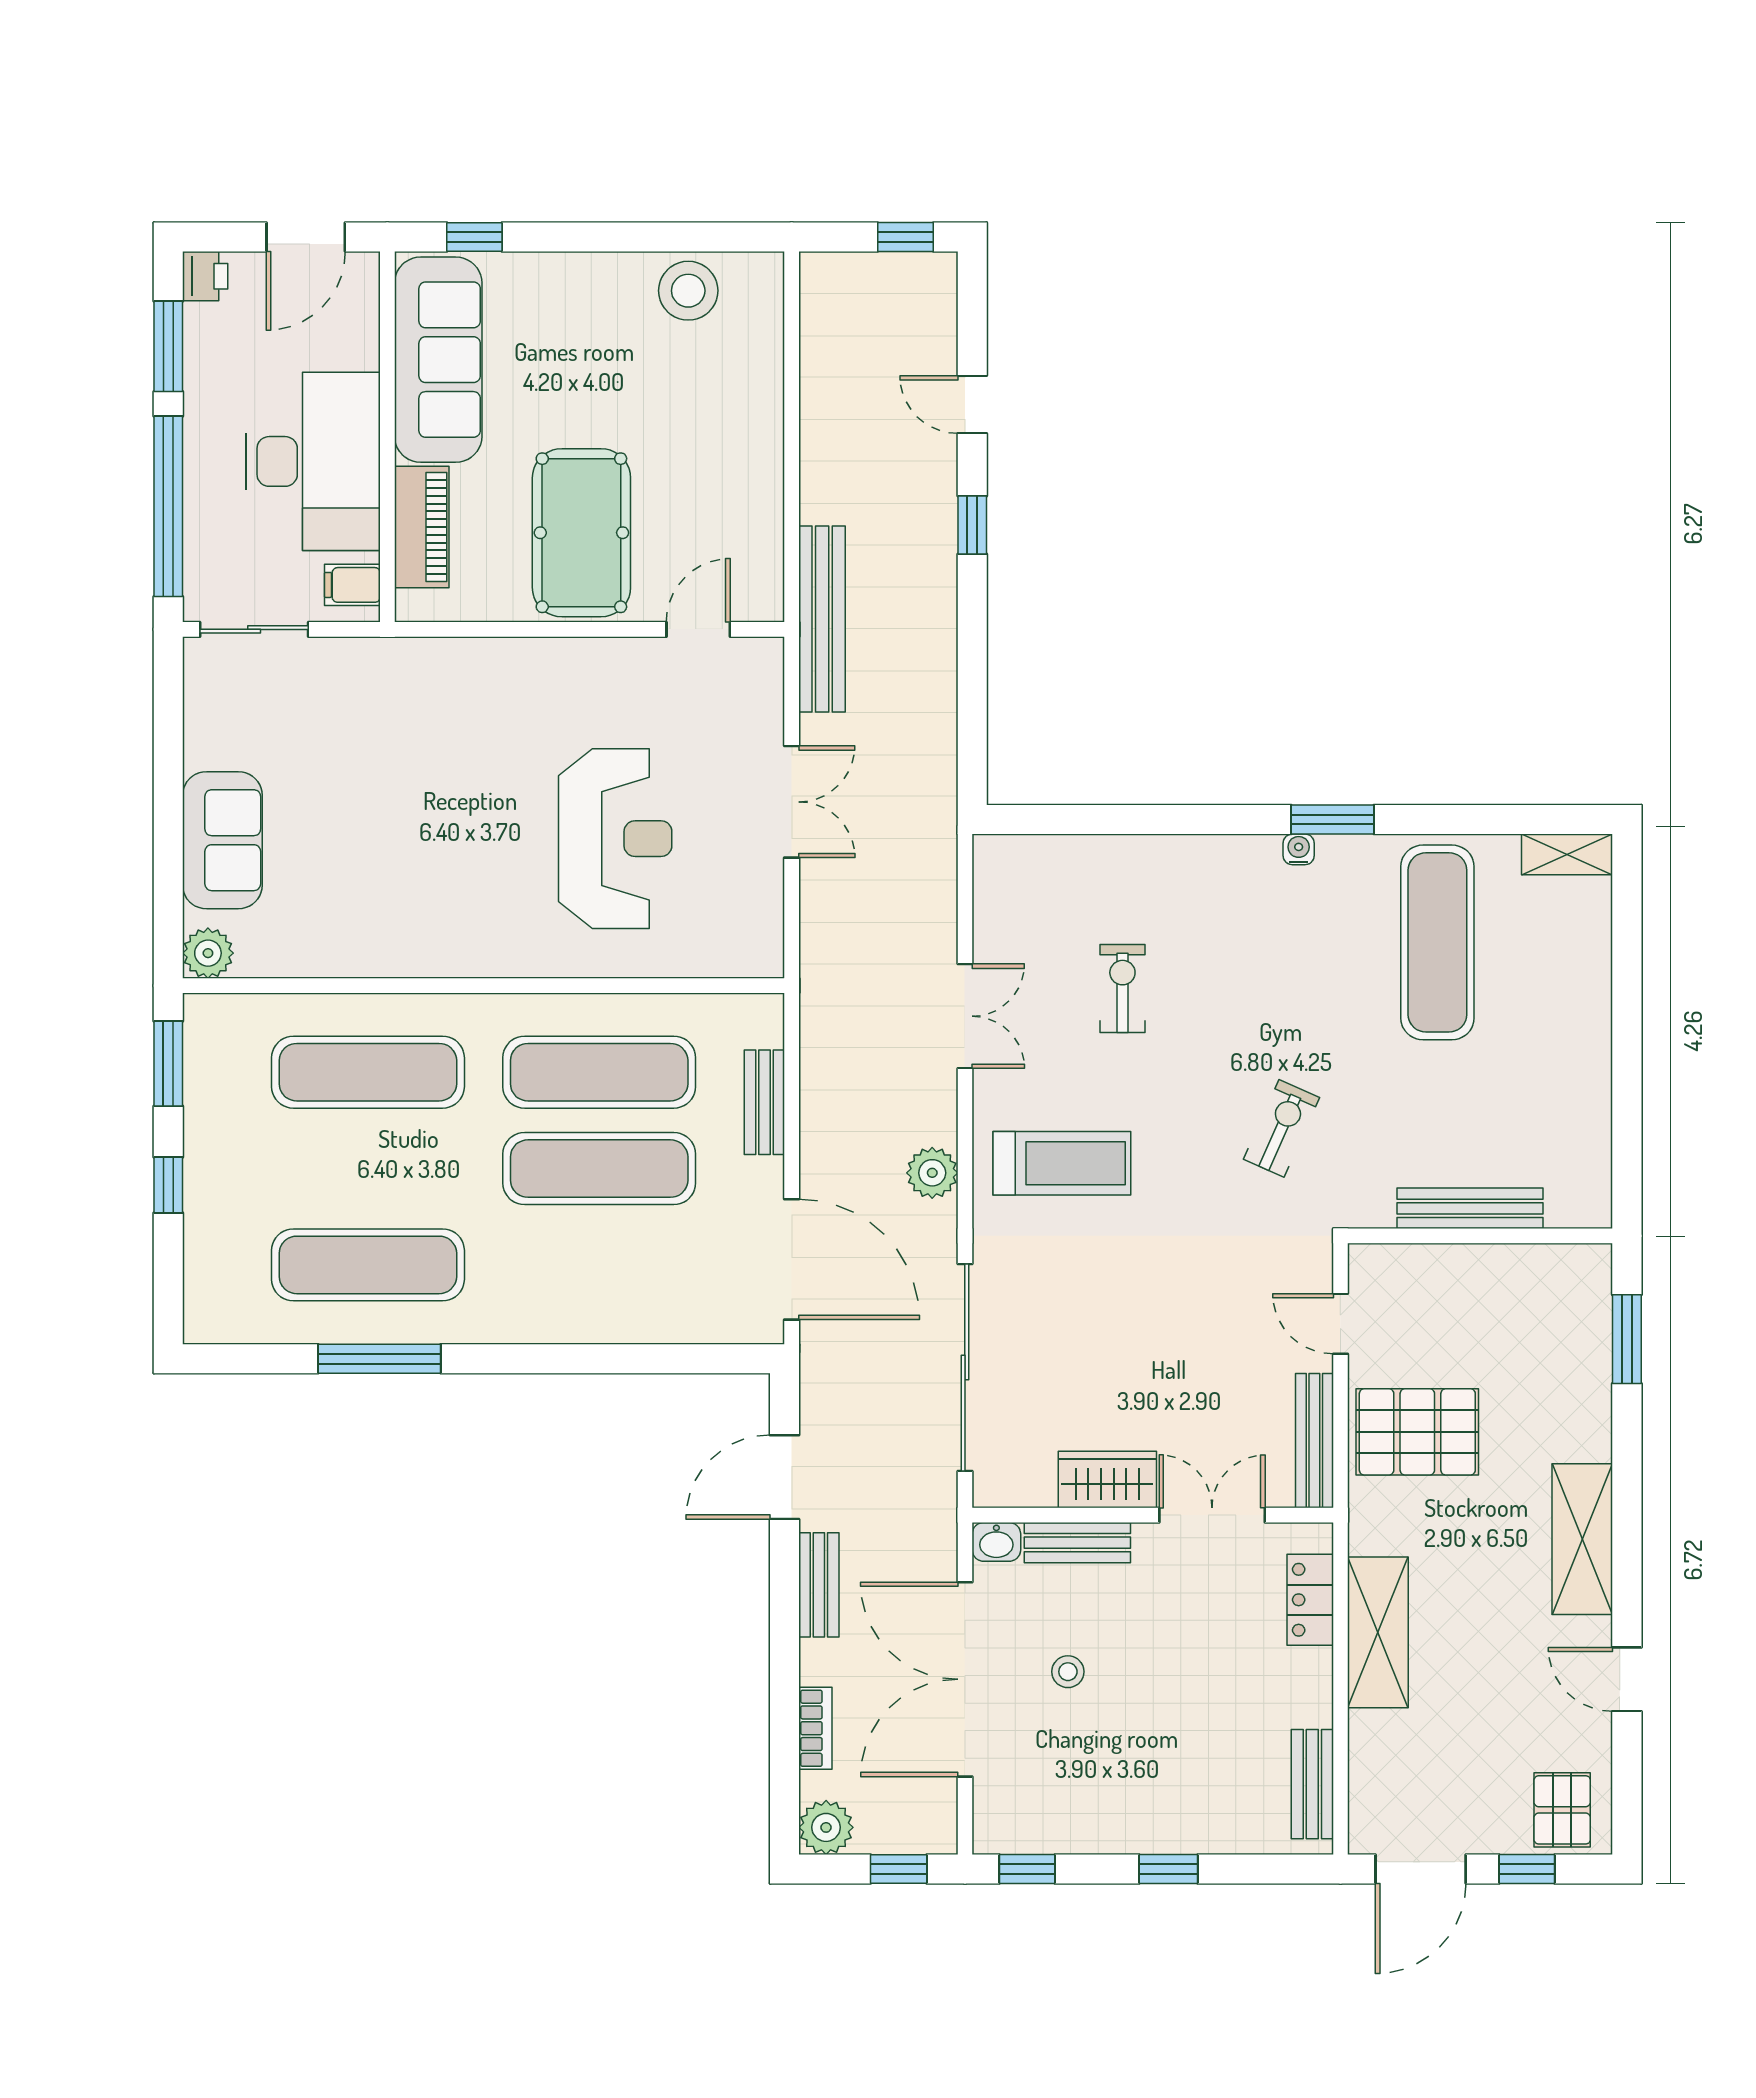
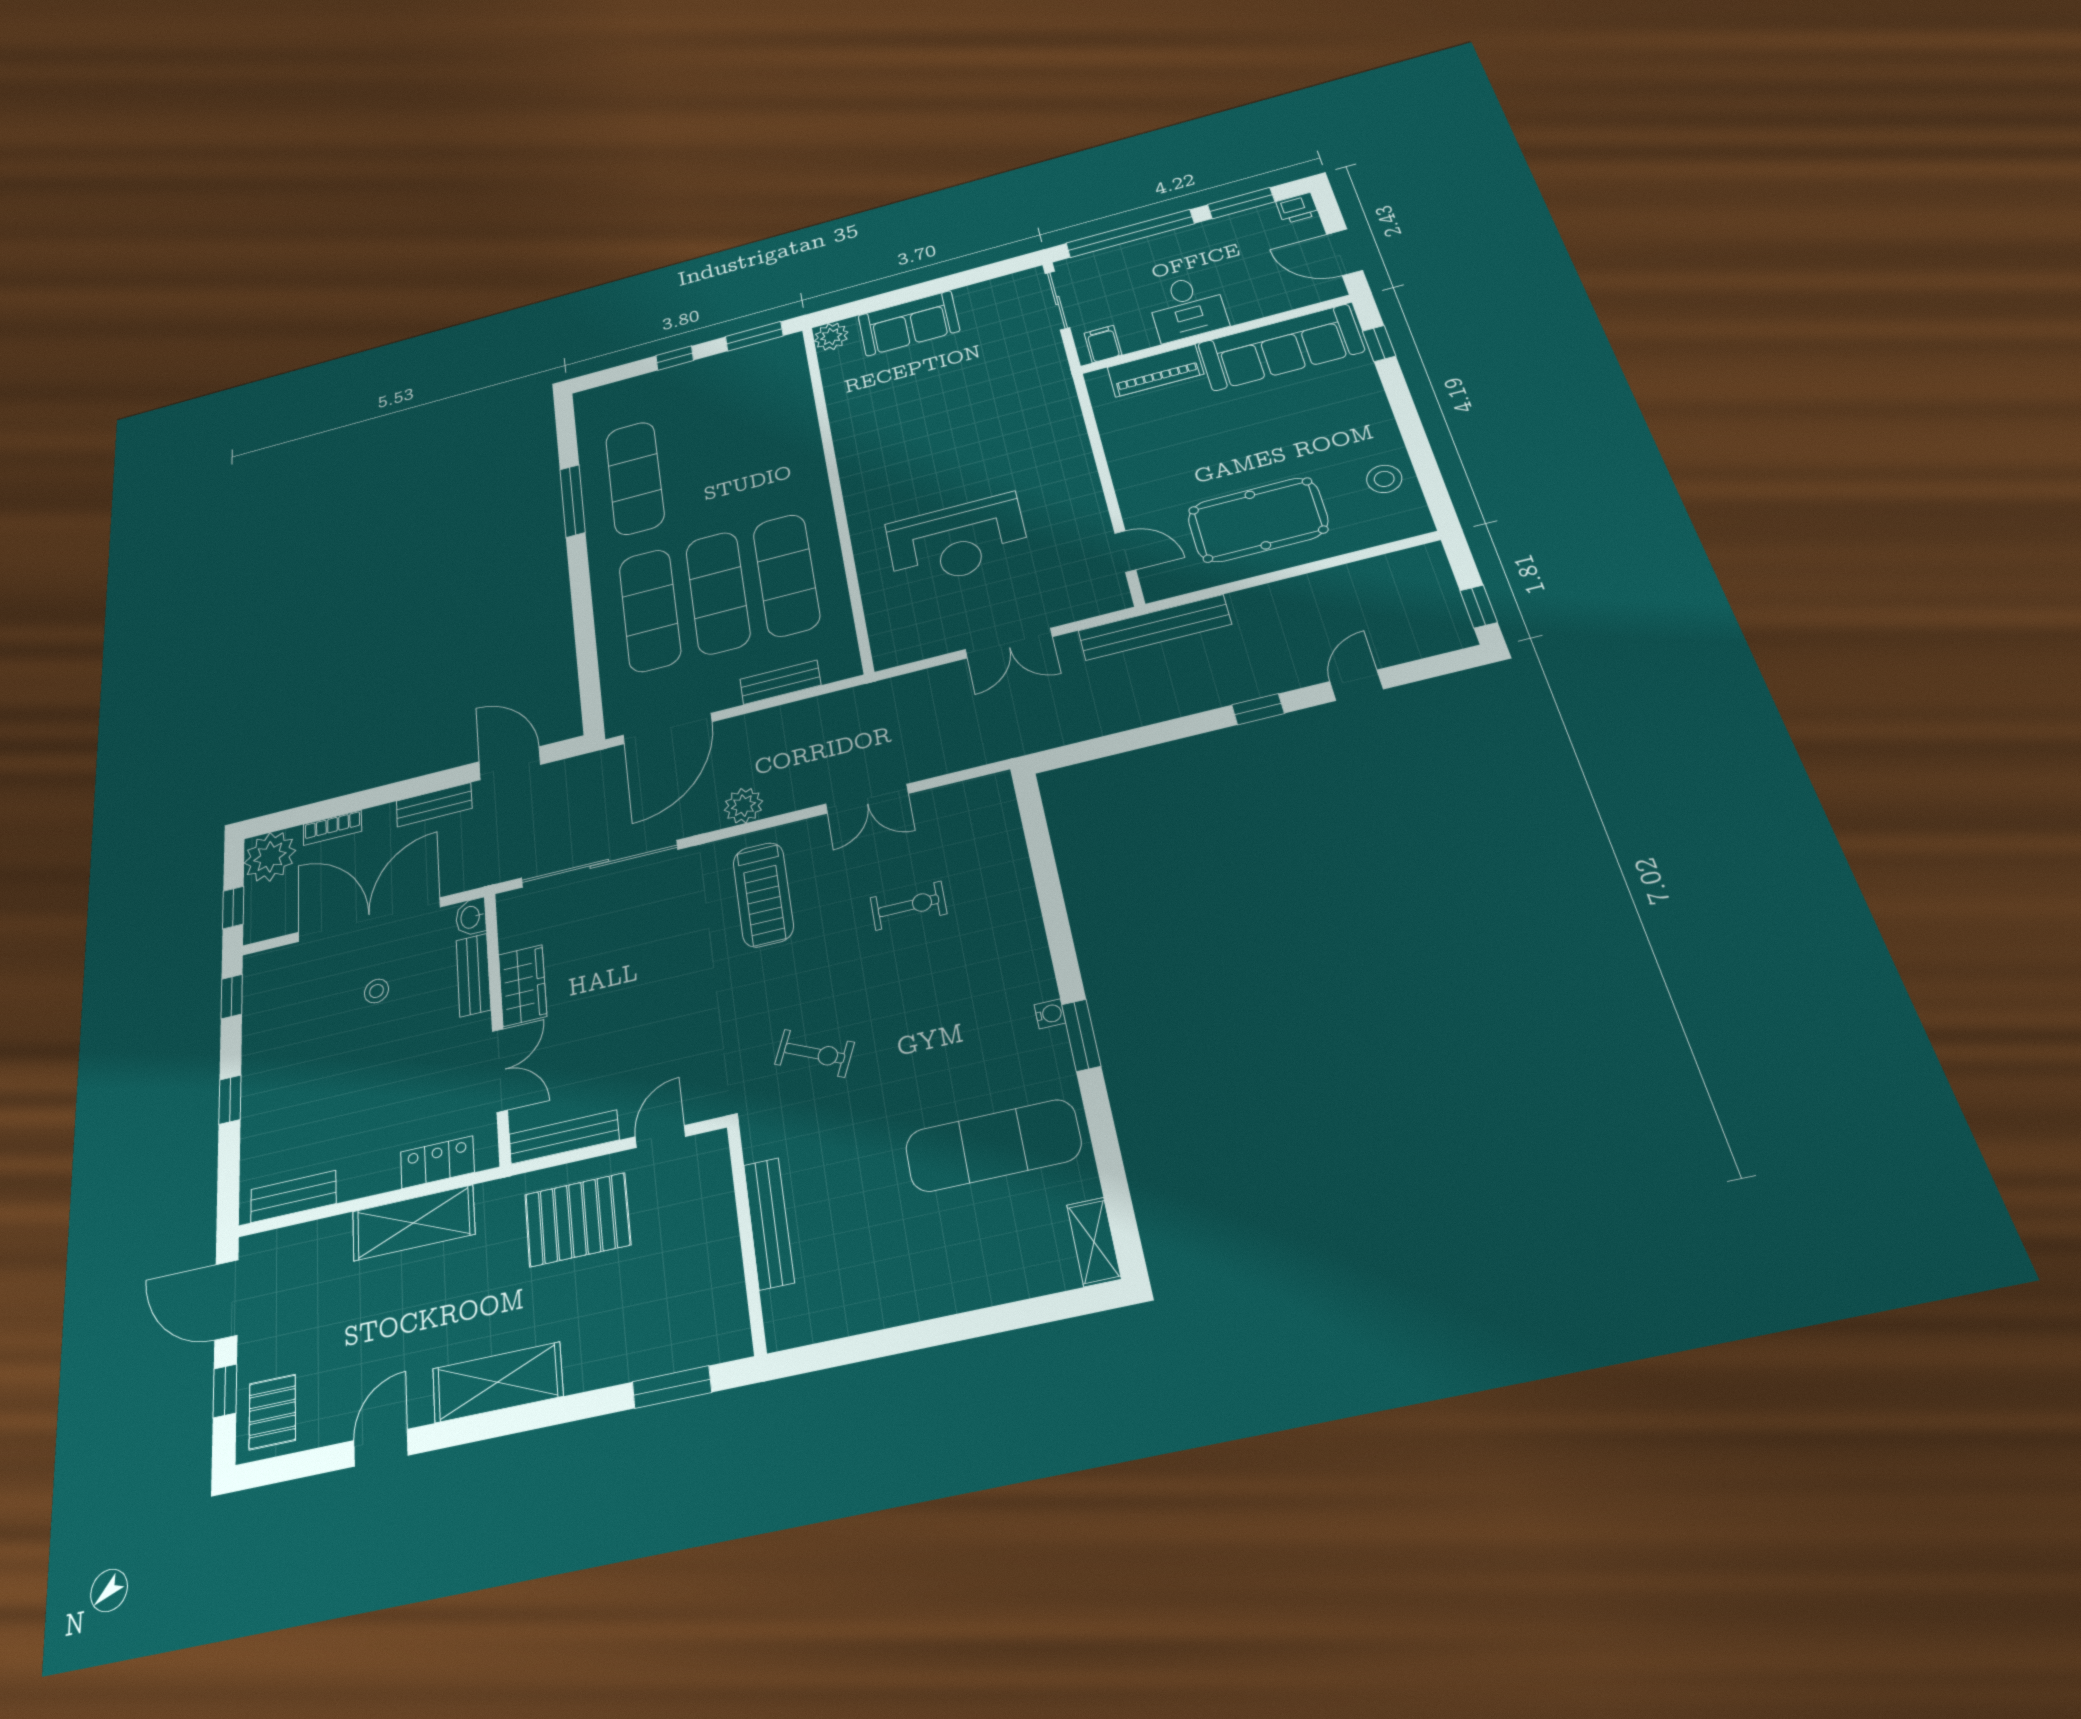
stool: (688, 291) -> (1384, 479), width x0.73, depth x0.73
desk: (313, 461) -> (1187, 308), width x0.53, depth x0.77
pool table: (581, 533) -> (1258, 520), moved
exercise mat: (368, 1072) -> (650, 610), moved
pallet: (1417, 1432) -> (577, 1220), turned 90
pallet: (1562, 1810) -> (272, 1412), turned 90
plant: (826, 1827) -> (270, 857), width x1.36, depth x1.36

